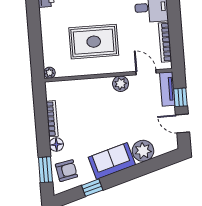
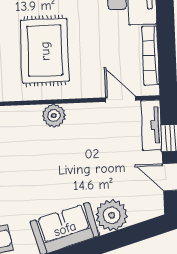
rug: (94, 42) -> (45, 51), turned 90
plant: (121, 84) -> (54, 116), moved

